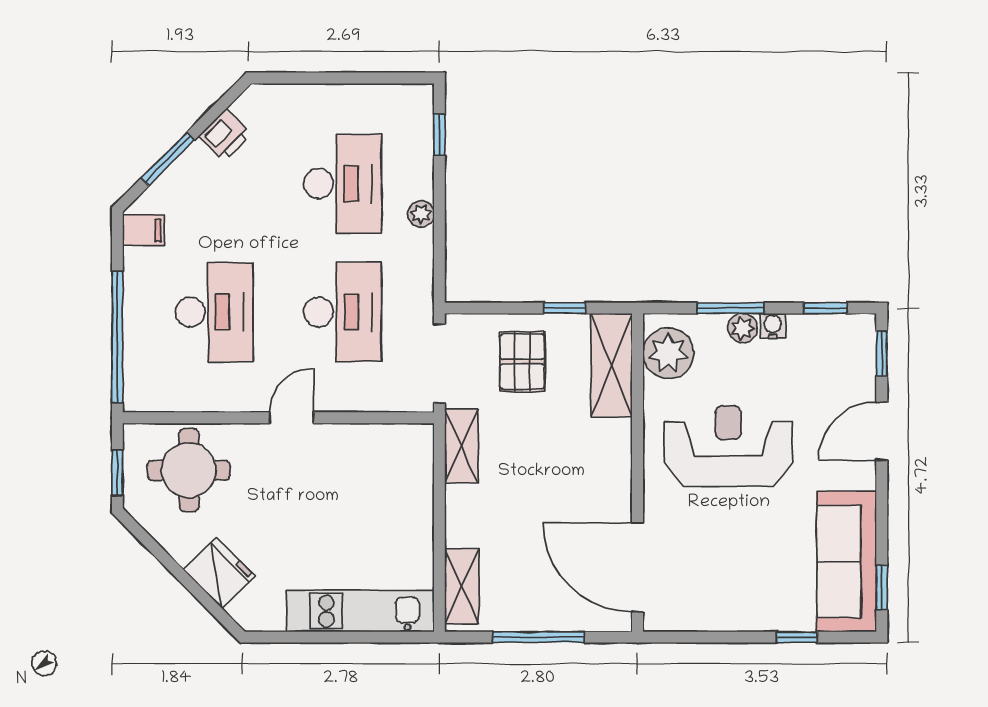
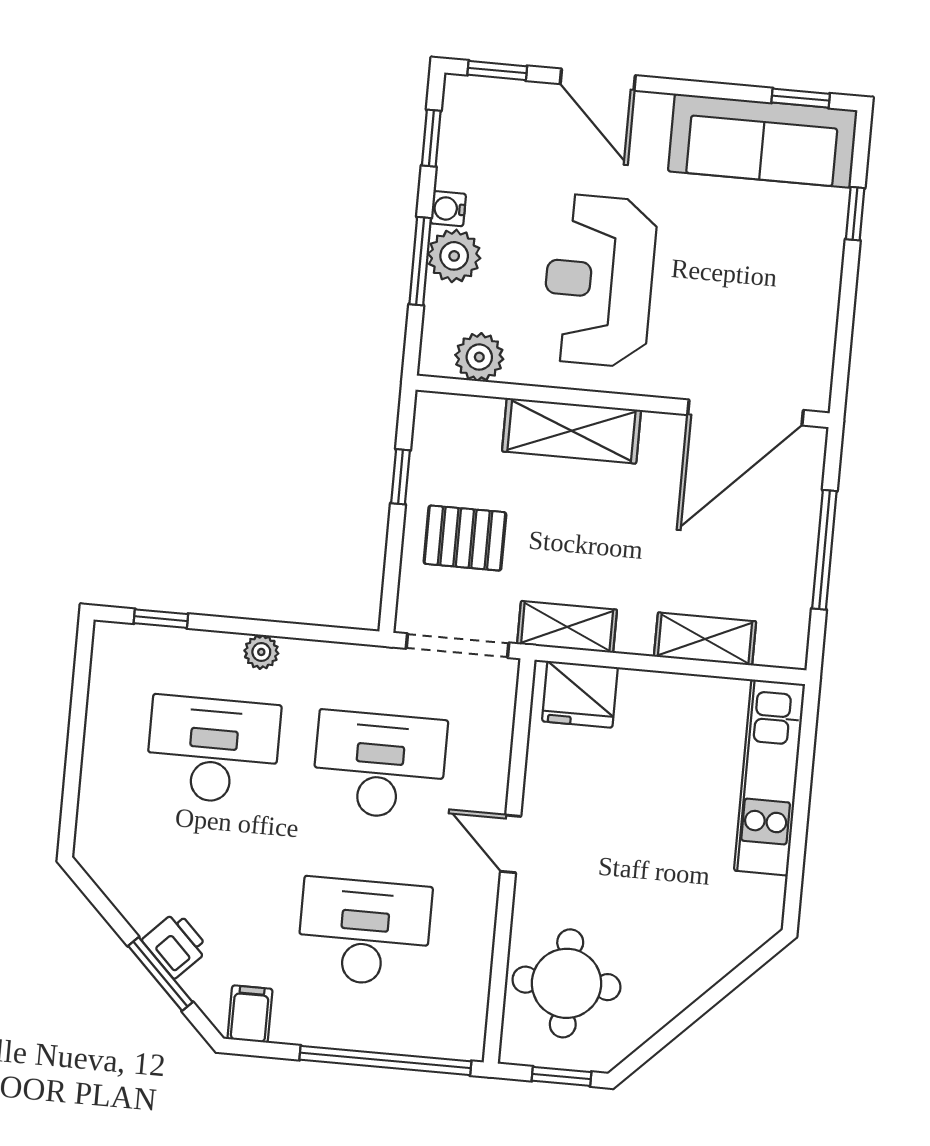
printer: (225, 135) -> (176, 945), moved
plant: (743, 328) -> (454, 256), width x1.38, depth x1.38
plant: (668, 353) -> (479, 357), width x0.73, depth x0.73
shelving: (612, 365) -> (572, 431), moved
fridge: (219, 573) -> (580, 694), moved, turned -135
shelving: (462, 586) -> (705, 639), moved

